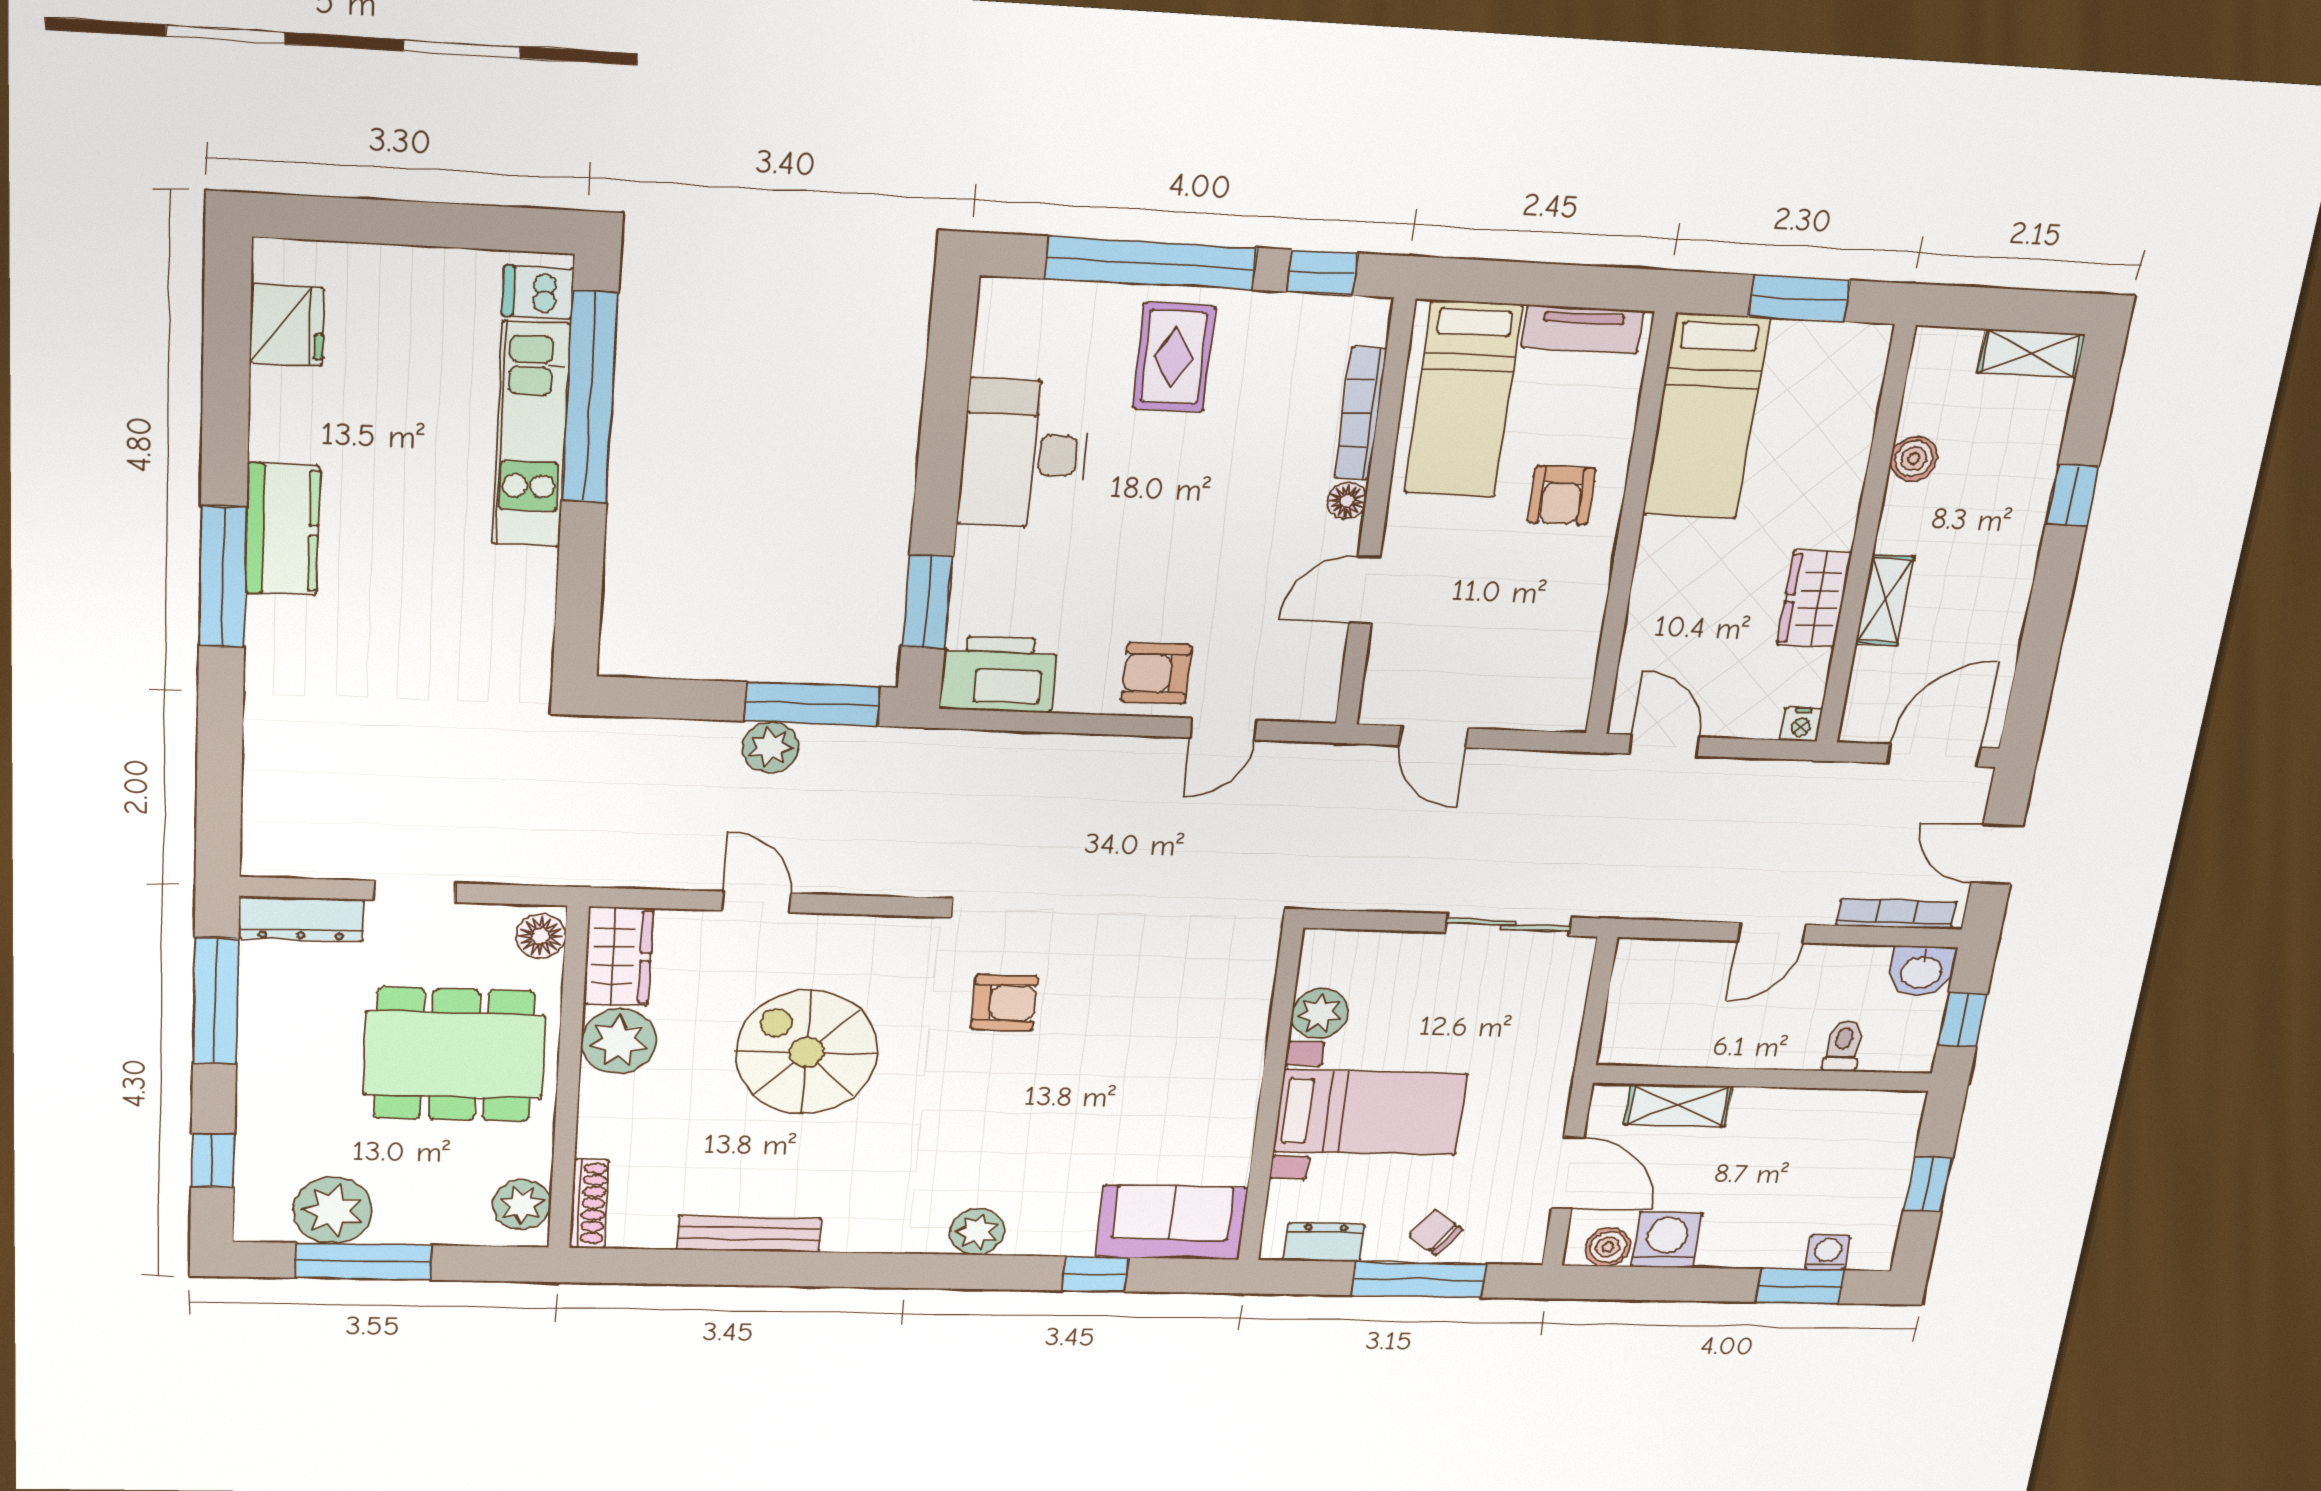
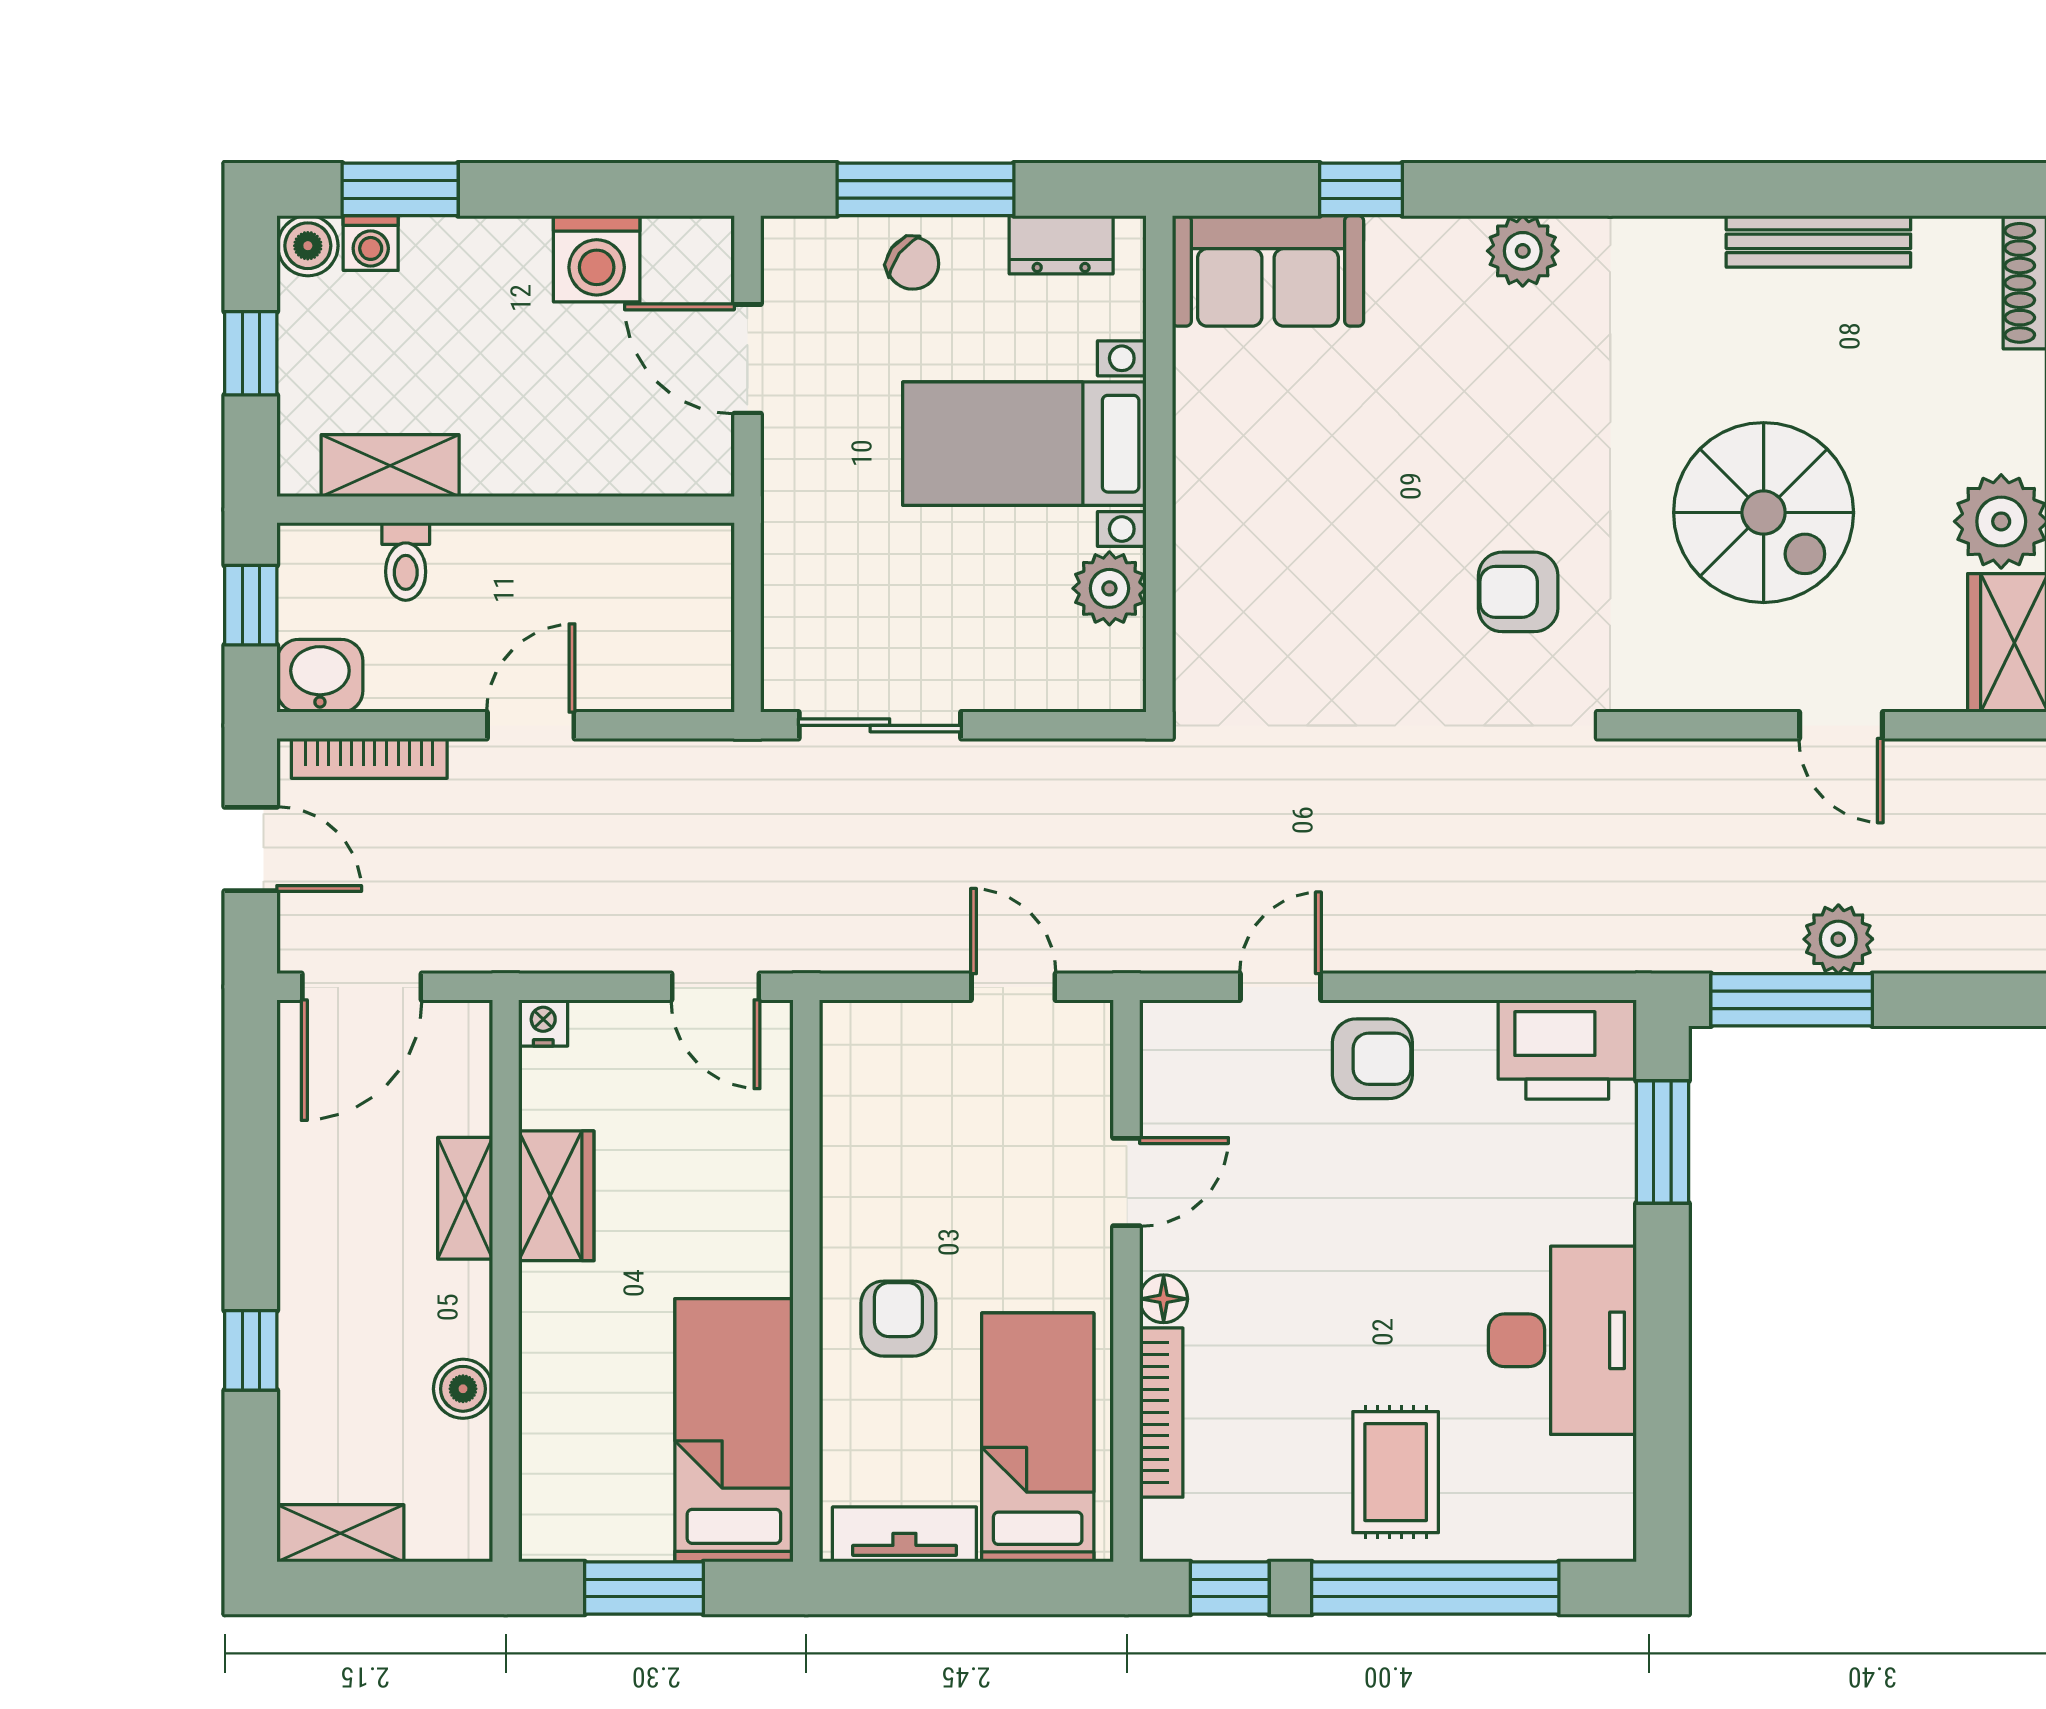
shelving: (1678, 1105) -> (390, 466), moved
boiler: (1608, 1247) -> (308, 246), moved

